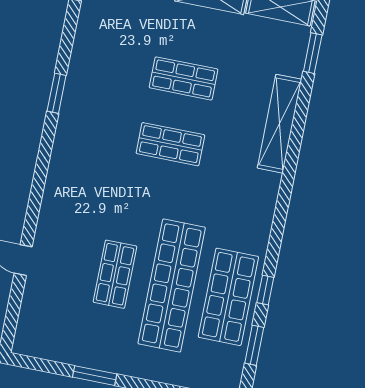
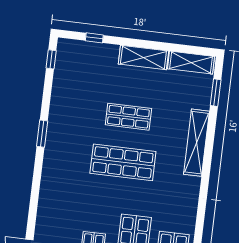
shop shelf: (170, 144) -> (123, 162), width x1.43, depth x1.36

